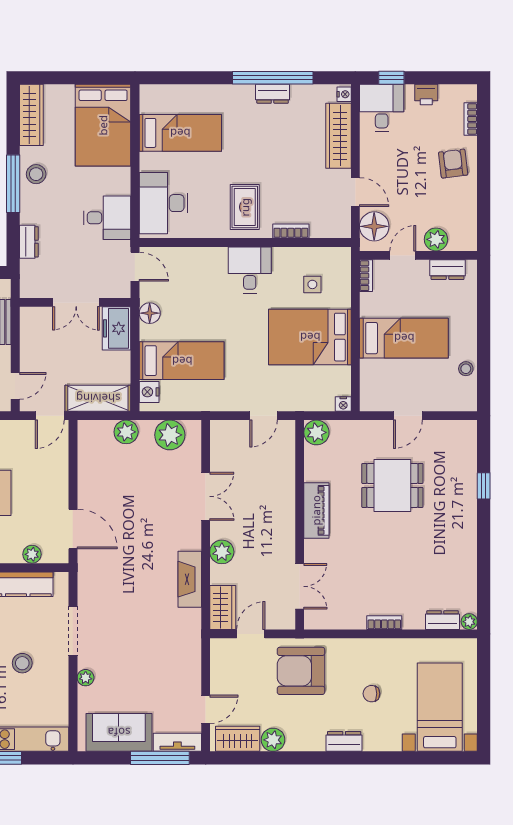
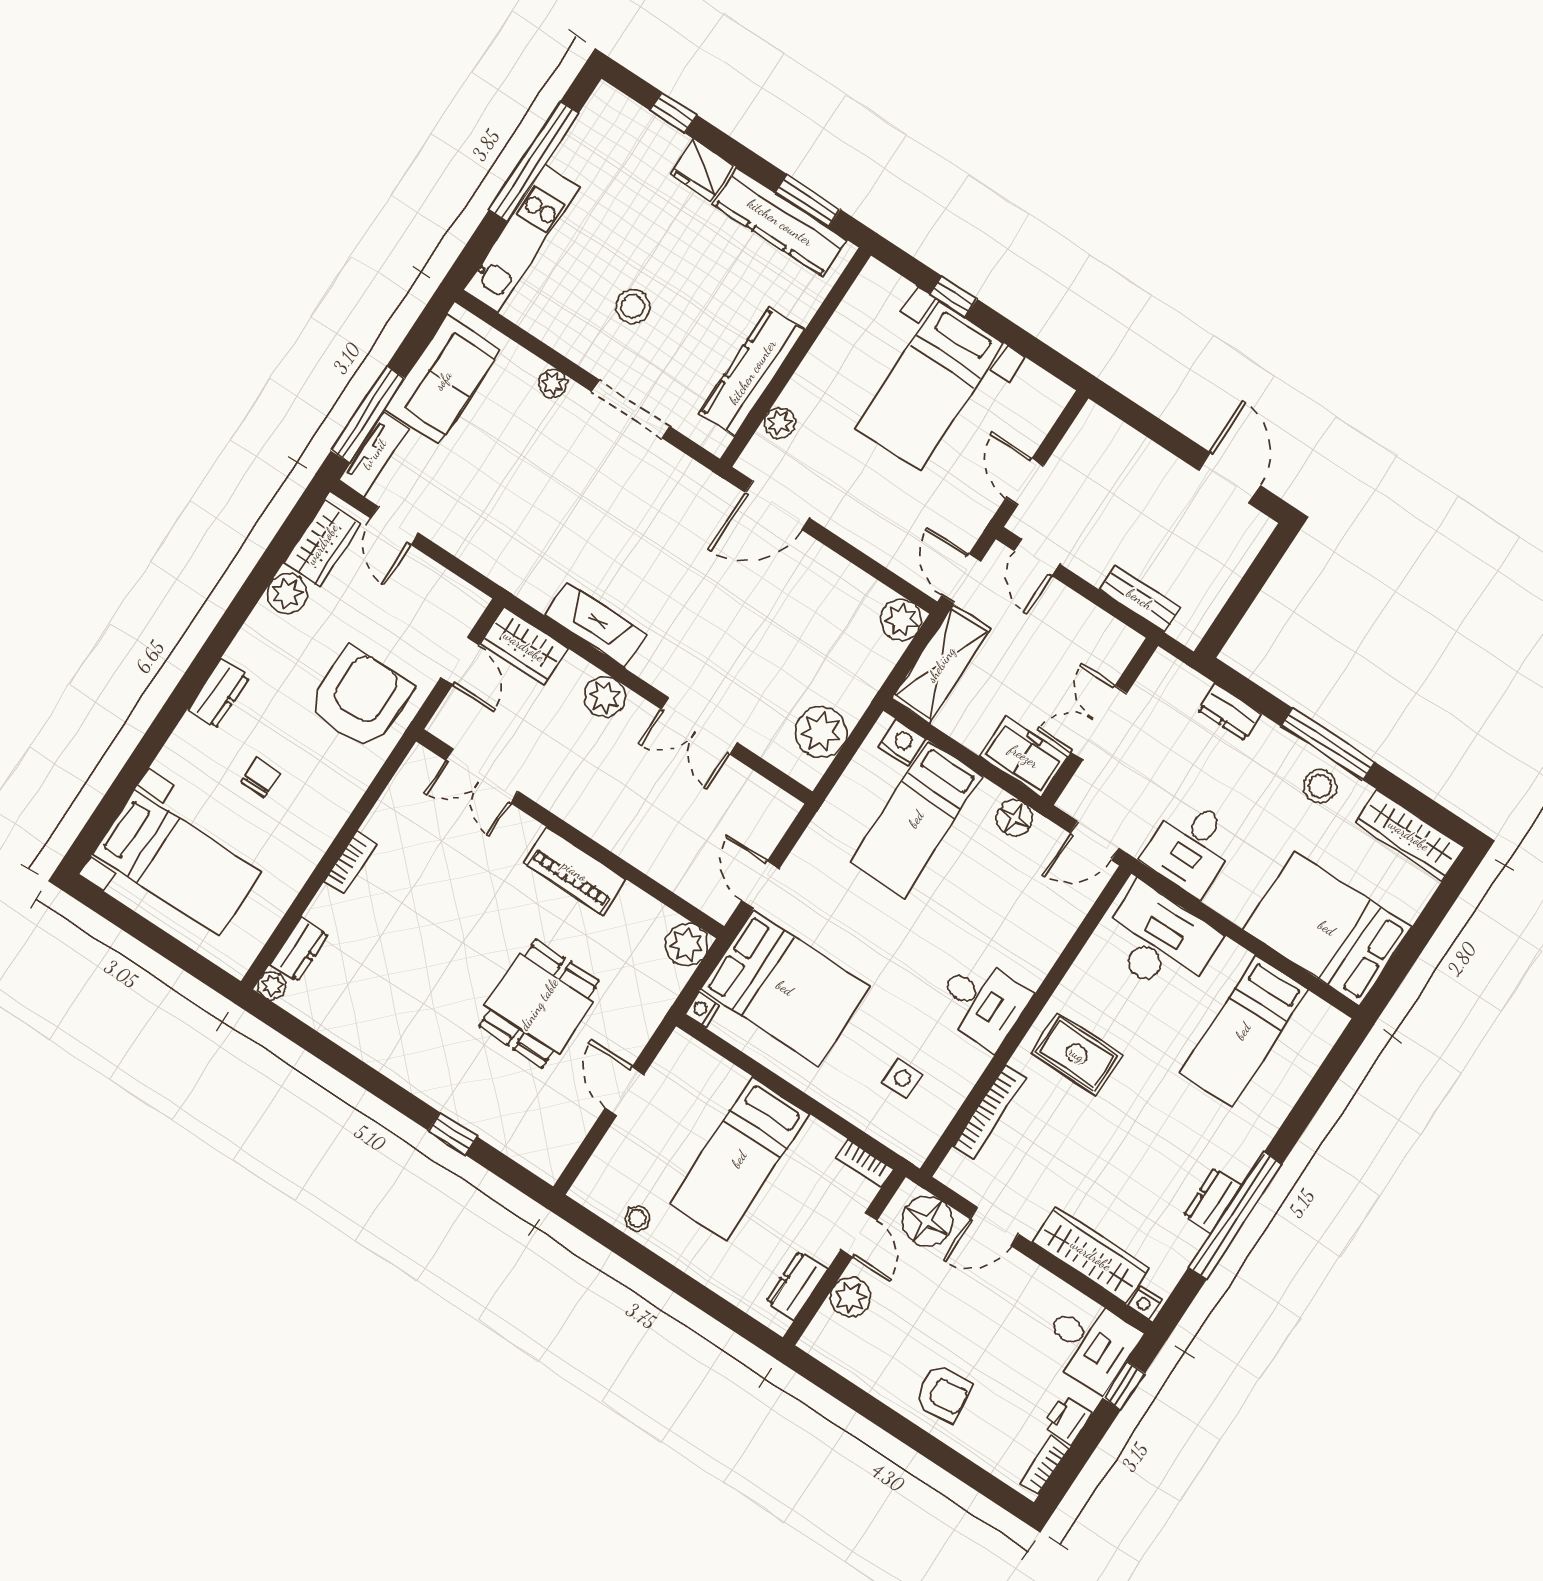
bookcase: (471, 119) -> (1045, 1465), moved, turned -90
bookcase: (291, 231) -> (989, 1112), width x1.56
bed: (310, 337) -> (785, 988), moved, turned 90
plant: (126, 432) -> (901, 620), moved

